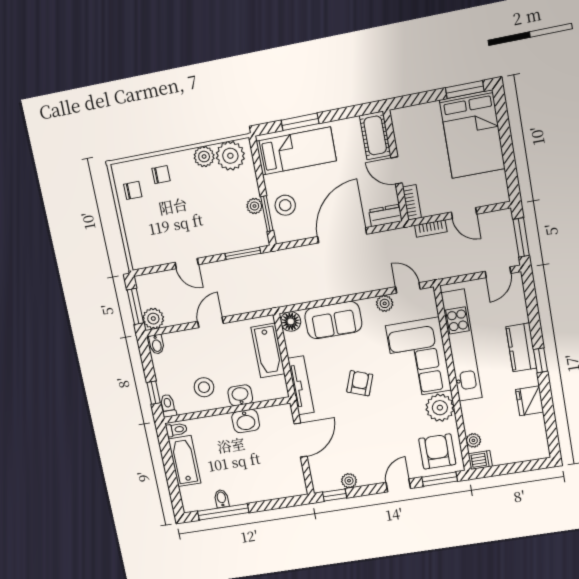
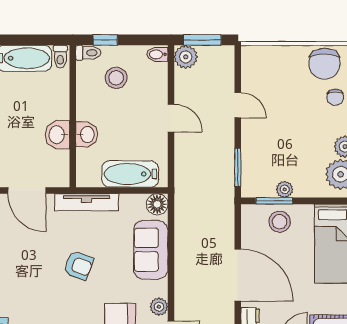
chair: (133, 190) -> (324, 64), width x1.87, depth x1.87
door: (187, 264) -> (238, 105), swing flipped
stool: (204, 387) -> (116, 78), moved

